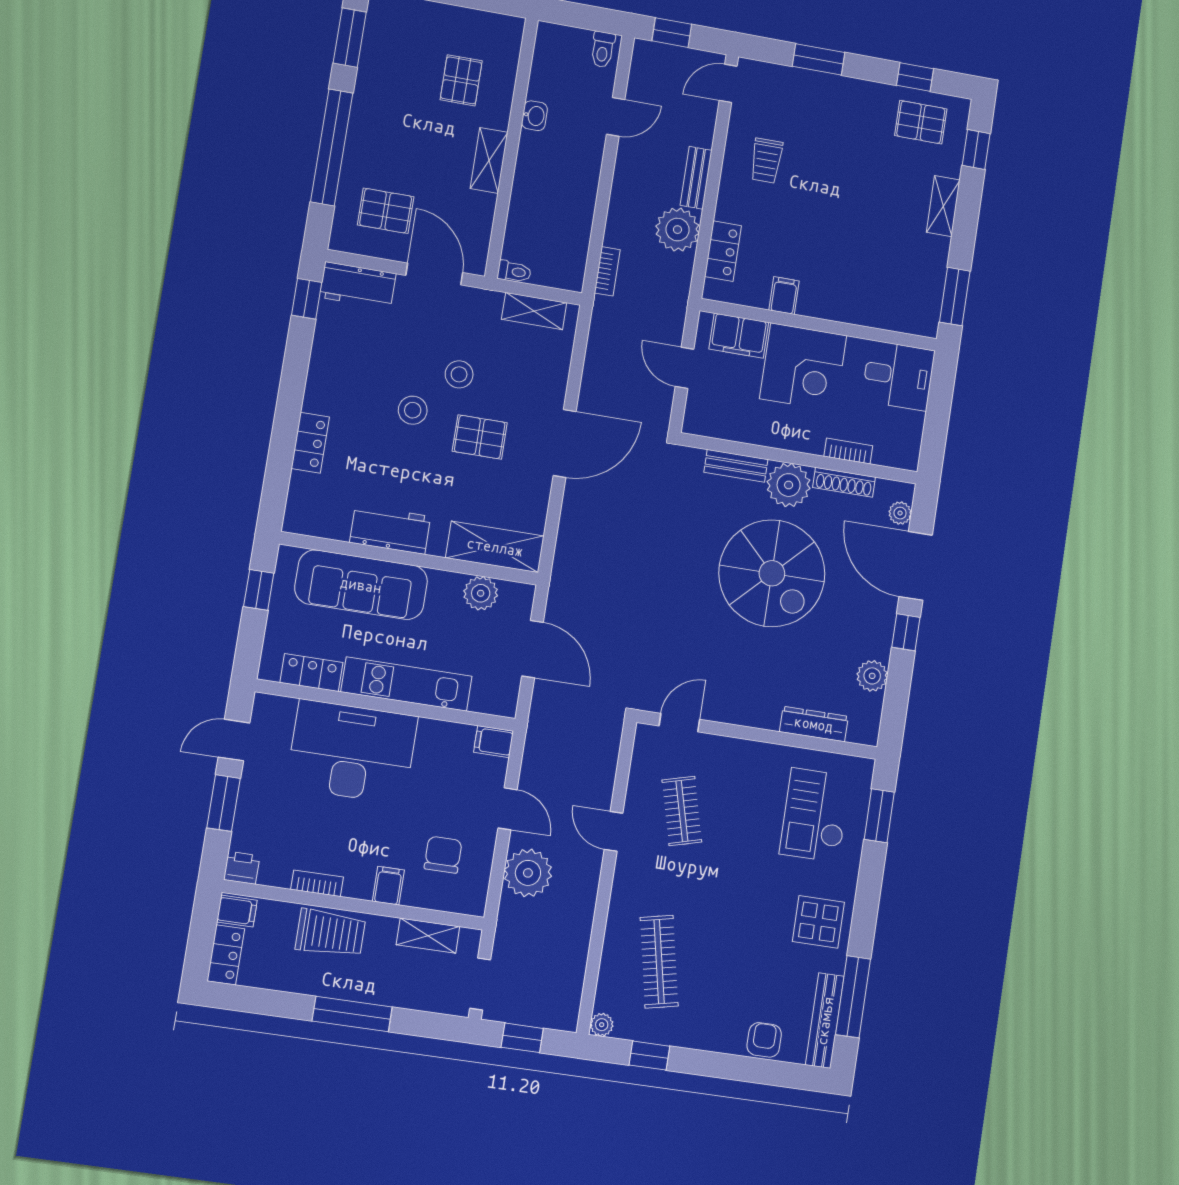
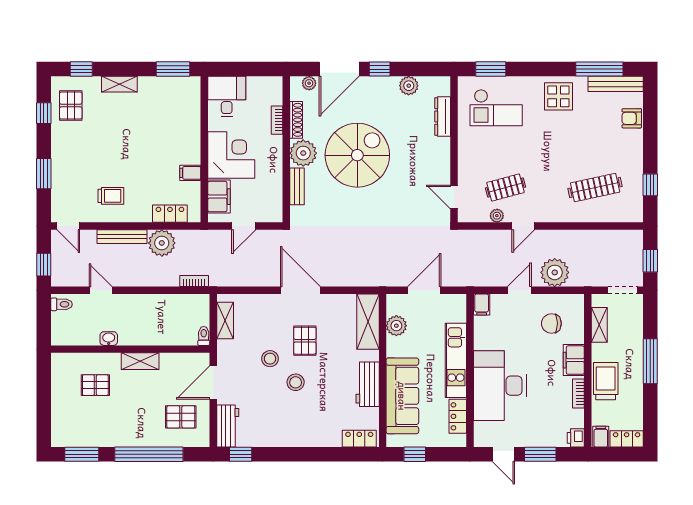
bench: (696, 178) -> (122, 237), width x1.36
pallet: (386, 211) -> (181, 417), turned 90
locker: (310, 443) -> (359, 439), moved
filing cabinet: (388, 886) -> (574, 360), width x2.00
plant: (602, 1025) -> (497, 216), moved

